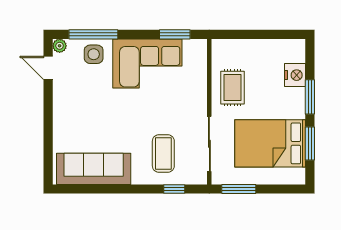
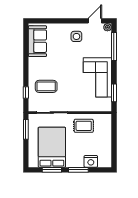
side table: (94, 54) -> (76, 36), moved
sofa: (94, 169) -> (37, 41), width x0.73

